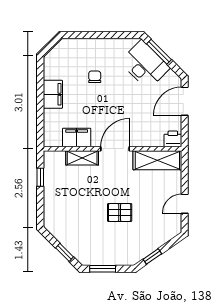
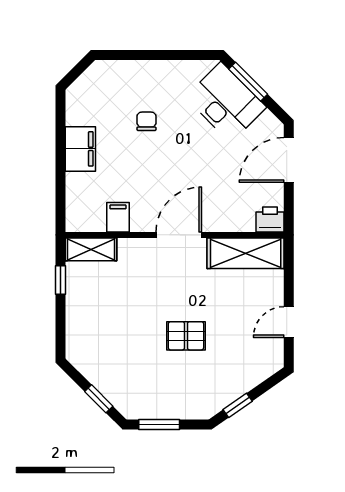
filing cabinet: (77, 138) -> (118, 217), width x0.50
shelving: (82, 158) -> (91, 249), moved

